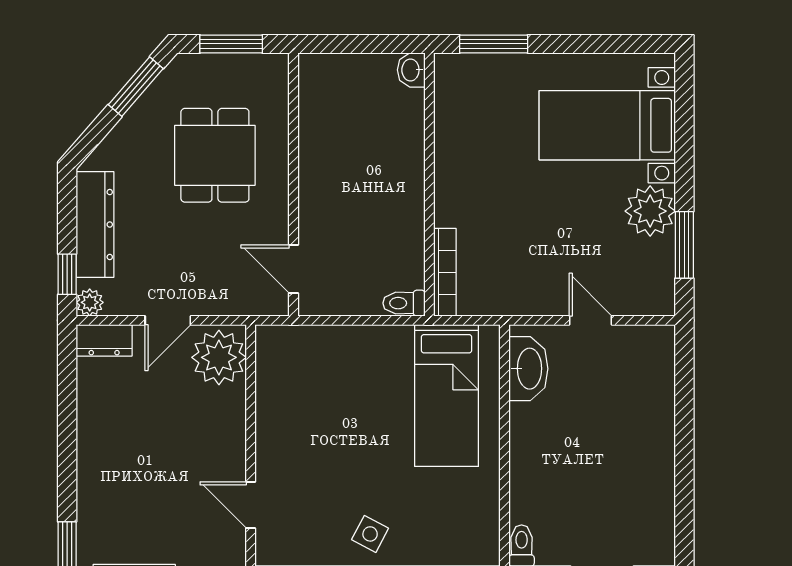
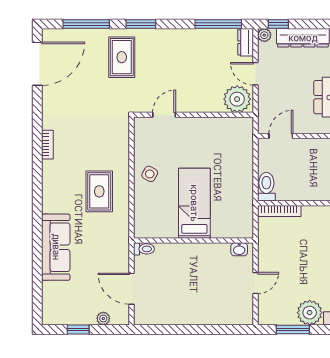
toilet: (404, 303) -> (266, 187), width x1.37, depth x1.39
washbasin: (528, 369) -> (239, 249), width x0.52, depth x0.69
window: (67, 396) -> (218, 24), added
bed: (447, 396) -> (194, 203), moved, turned 90

